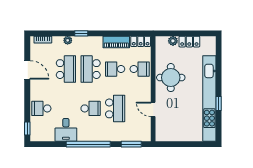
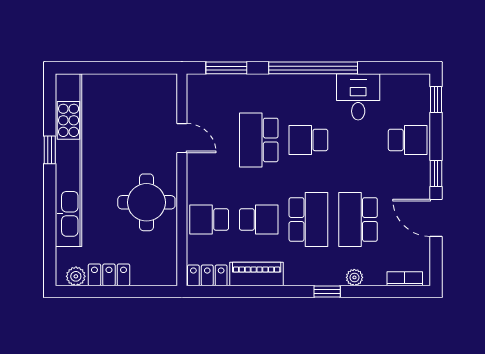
plant: (173, 41) -> (76, 276), moved
window: (27, 92) -> (436, 173), added

